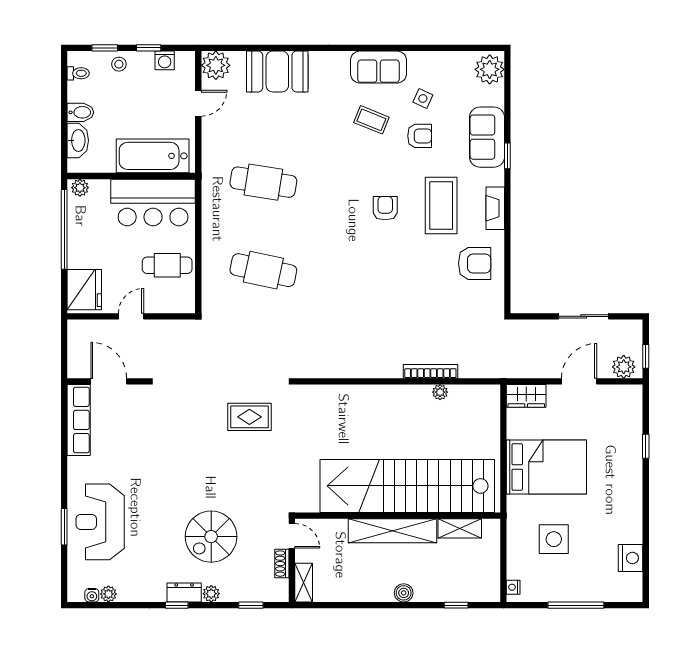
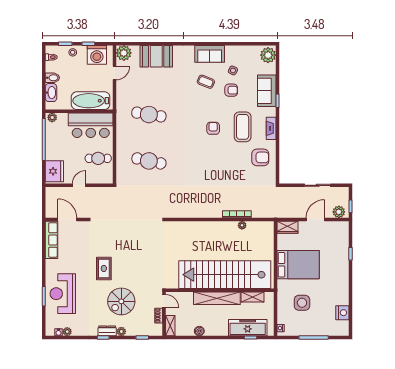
washing machine: (165, 60) -> (97, 55), width x1.89, depth x1.89
rug: (249, 417) -> (104, 268), moved, turned 90
freezer: (451, 586) -> (248, 328), added
boiler: (404, 593) -> (199, 331), moved

